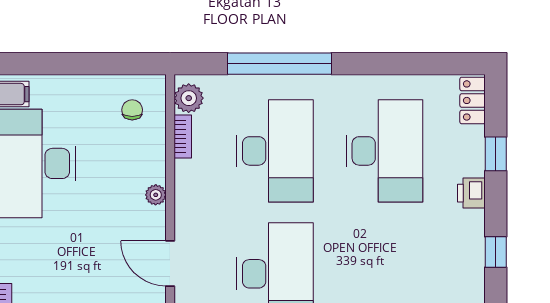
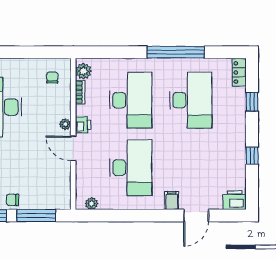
window: (279, 64) -> (176, 52), moved
printer: (471, 193) -> (83, 125), moved, turned 180
door: (170, 263) -> (73, 148), moved

